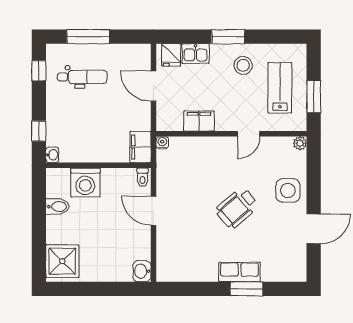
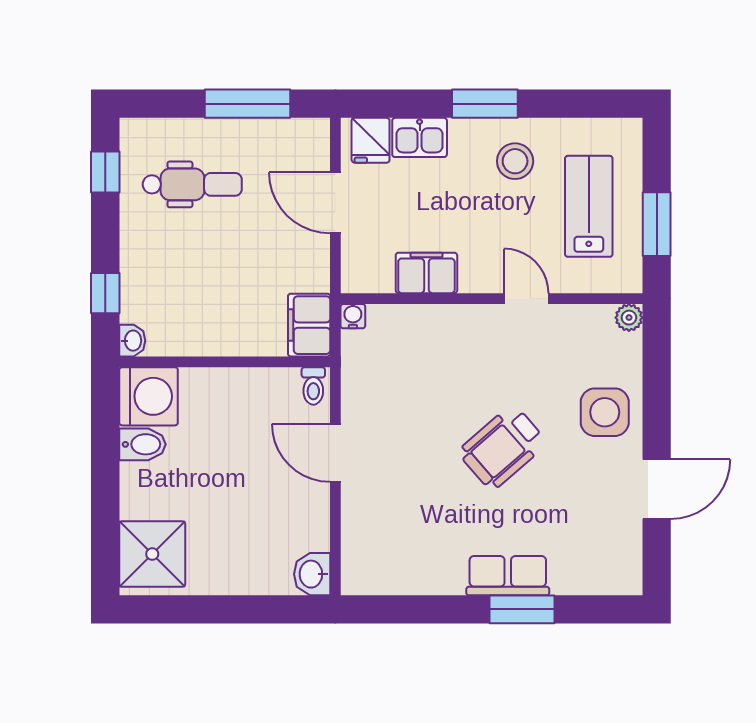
window: (88, 37) -> (247, 104), moved
door: (249, 134) -> (526, 299), swing flipped
washing machine: (85, 183) -> (149, 396), moved, turned -90

